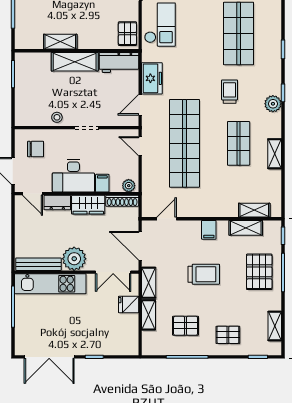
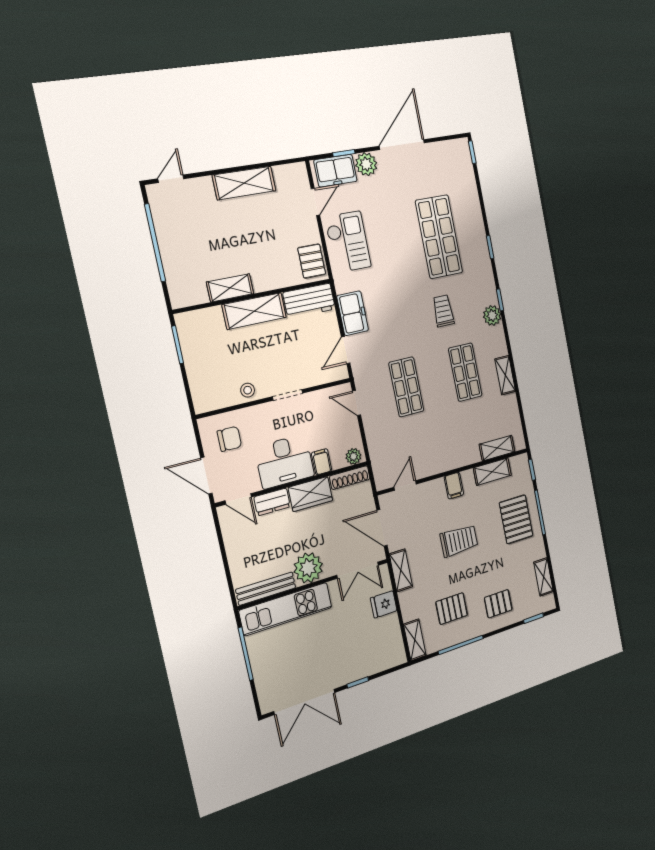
shop shelf: (184, 143) -> (406, 387), width x0.50, depth x0.74
shelving: (149, 315) -> (415, 640), moved

